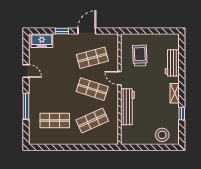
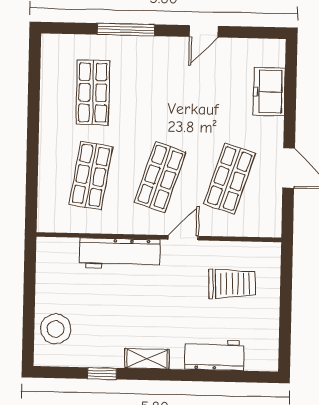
window: (62, 31) -> (290, 113), removed
freezer: (42, 41) -> (269, 92), moved
shop shelf: (92, 58) -> (230, 179), turned 33
shop shelf: (92, 121) -> (91, 175), turned 33

